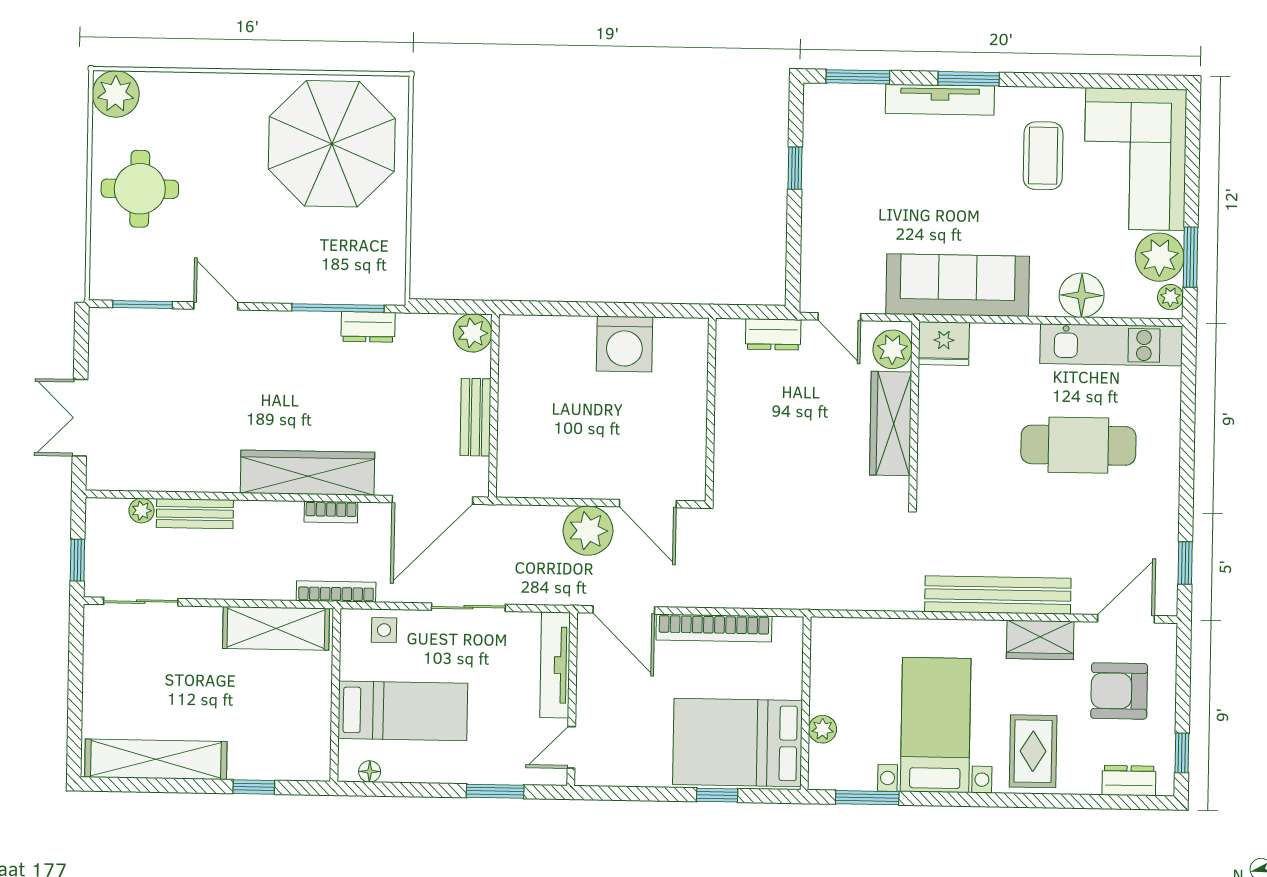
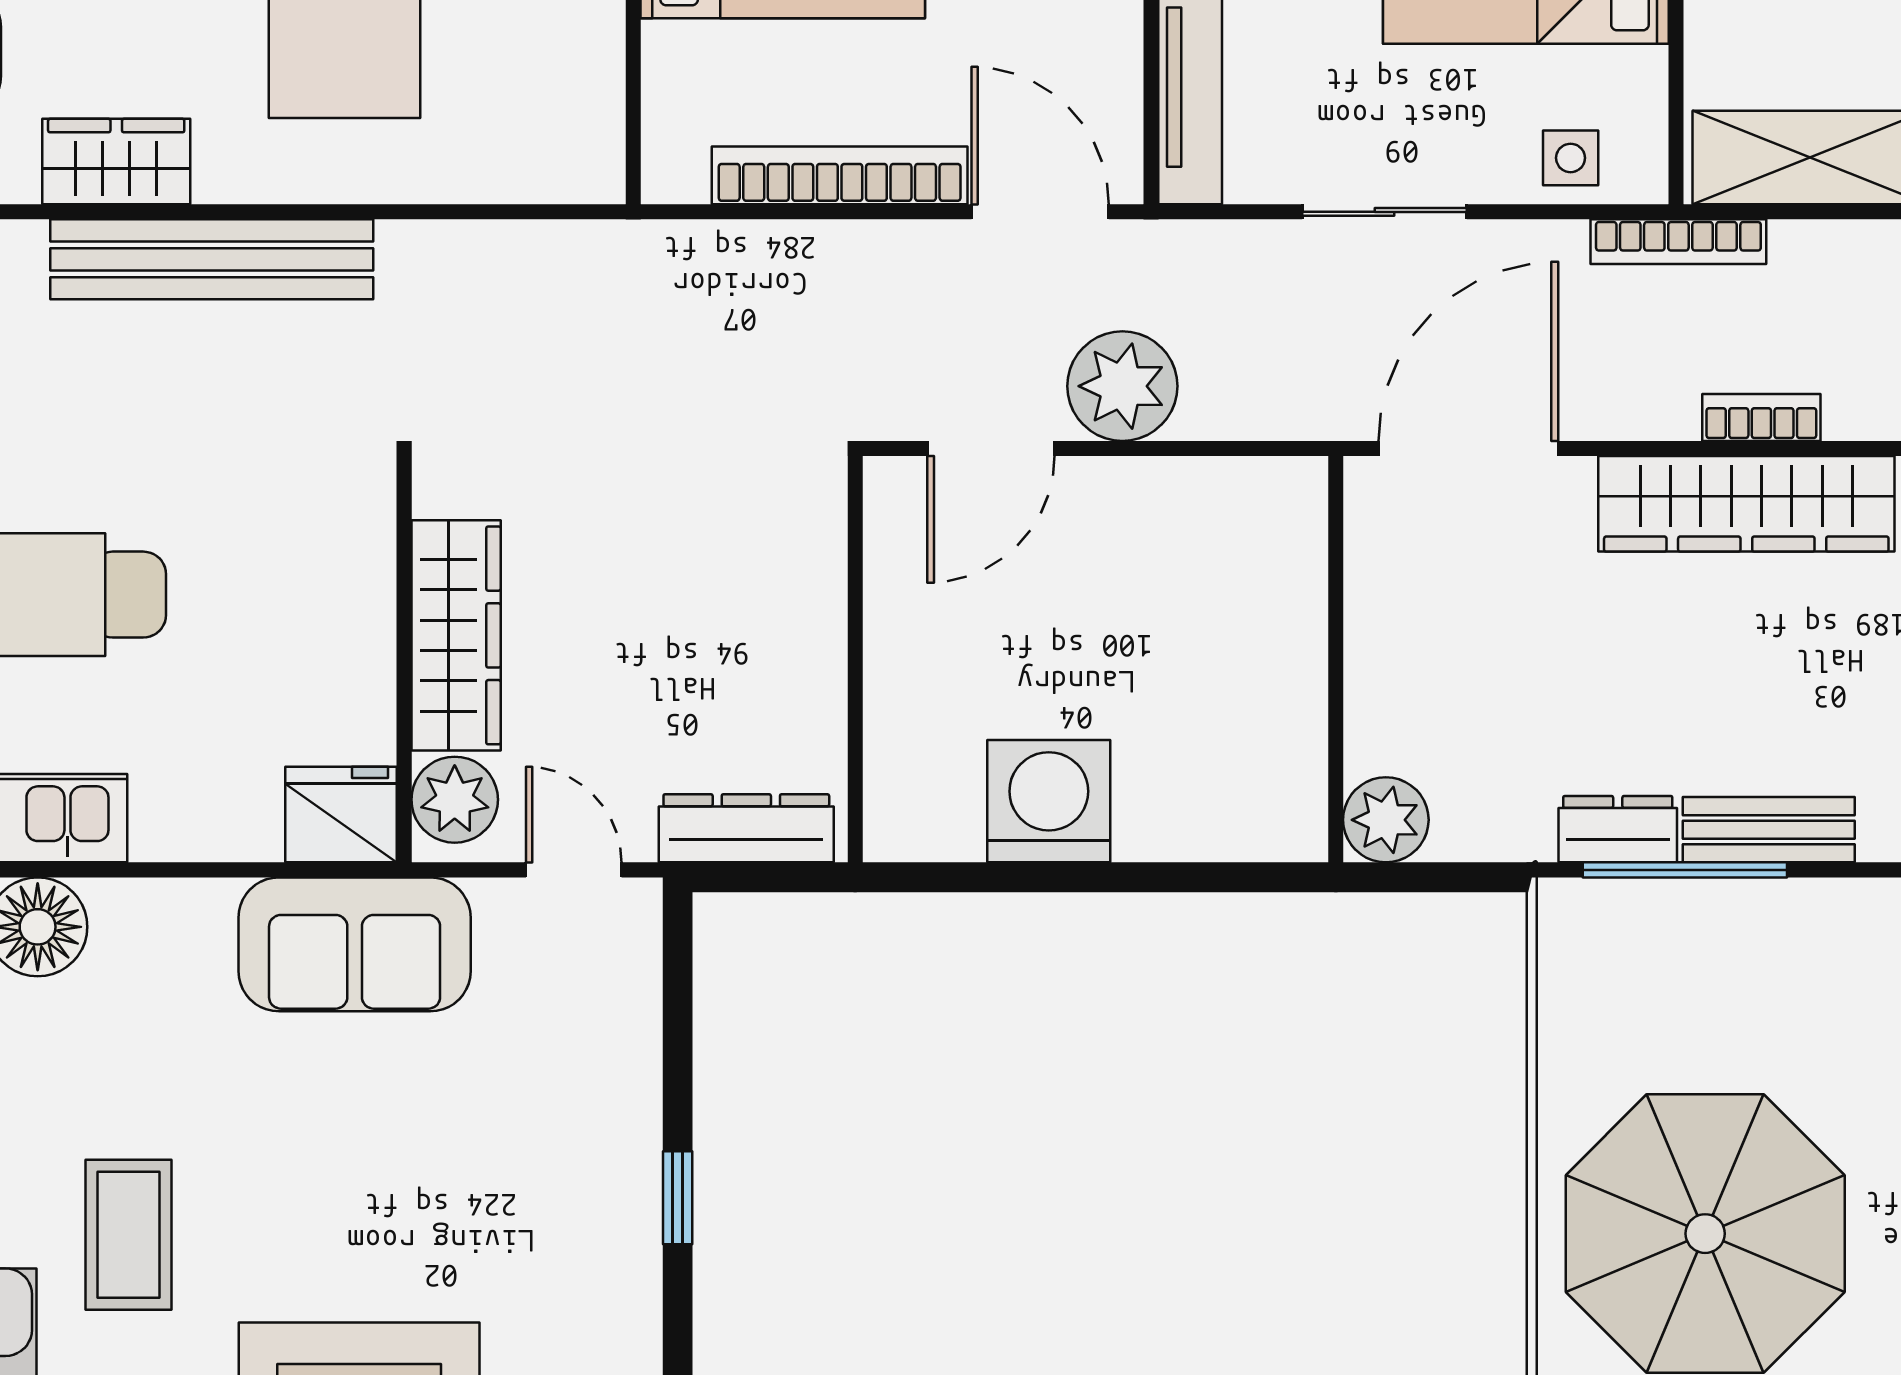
sofa: (958, 285) -> (355, 944), width x0.73
dresser: (773, 334) -> (746, 828), width x1.44
bench: (476, 417) -> (1769, 830), moved, turned 90
door: (648, 504) -> (991, 448), swing flipped
bookcase: (331, 512) -> (1761, 417), moved

